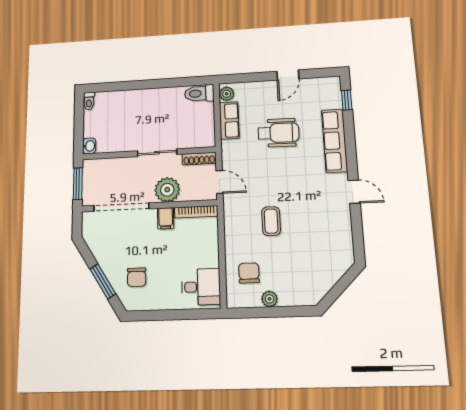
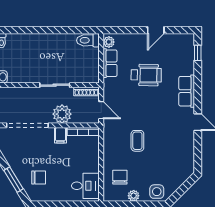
row of seats: (334, 141) -> (187, 91), width x0.68
chair: (137, 277) -> (39, 177), turned -90
side table: (302, 292) -> (157, 192), added

